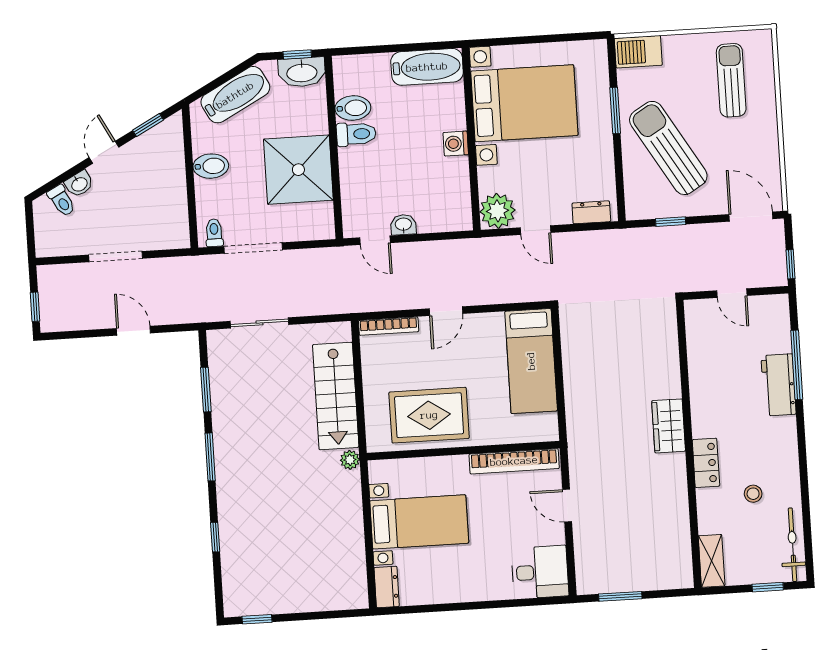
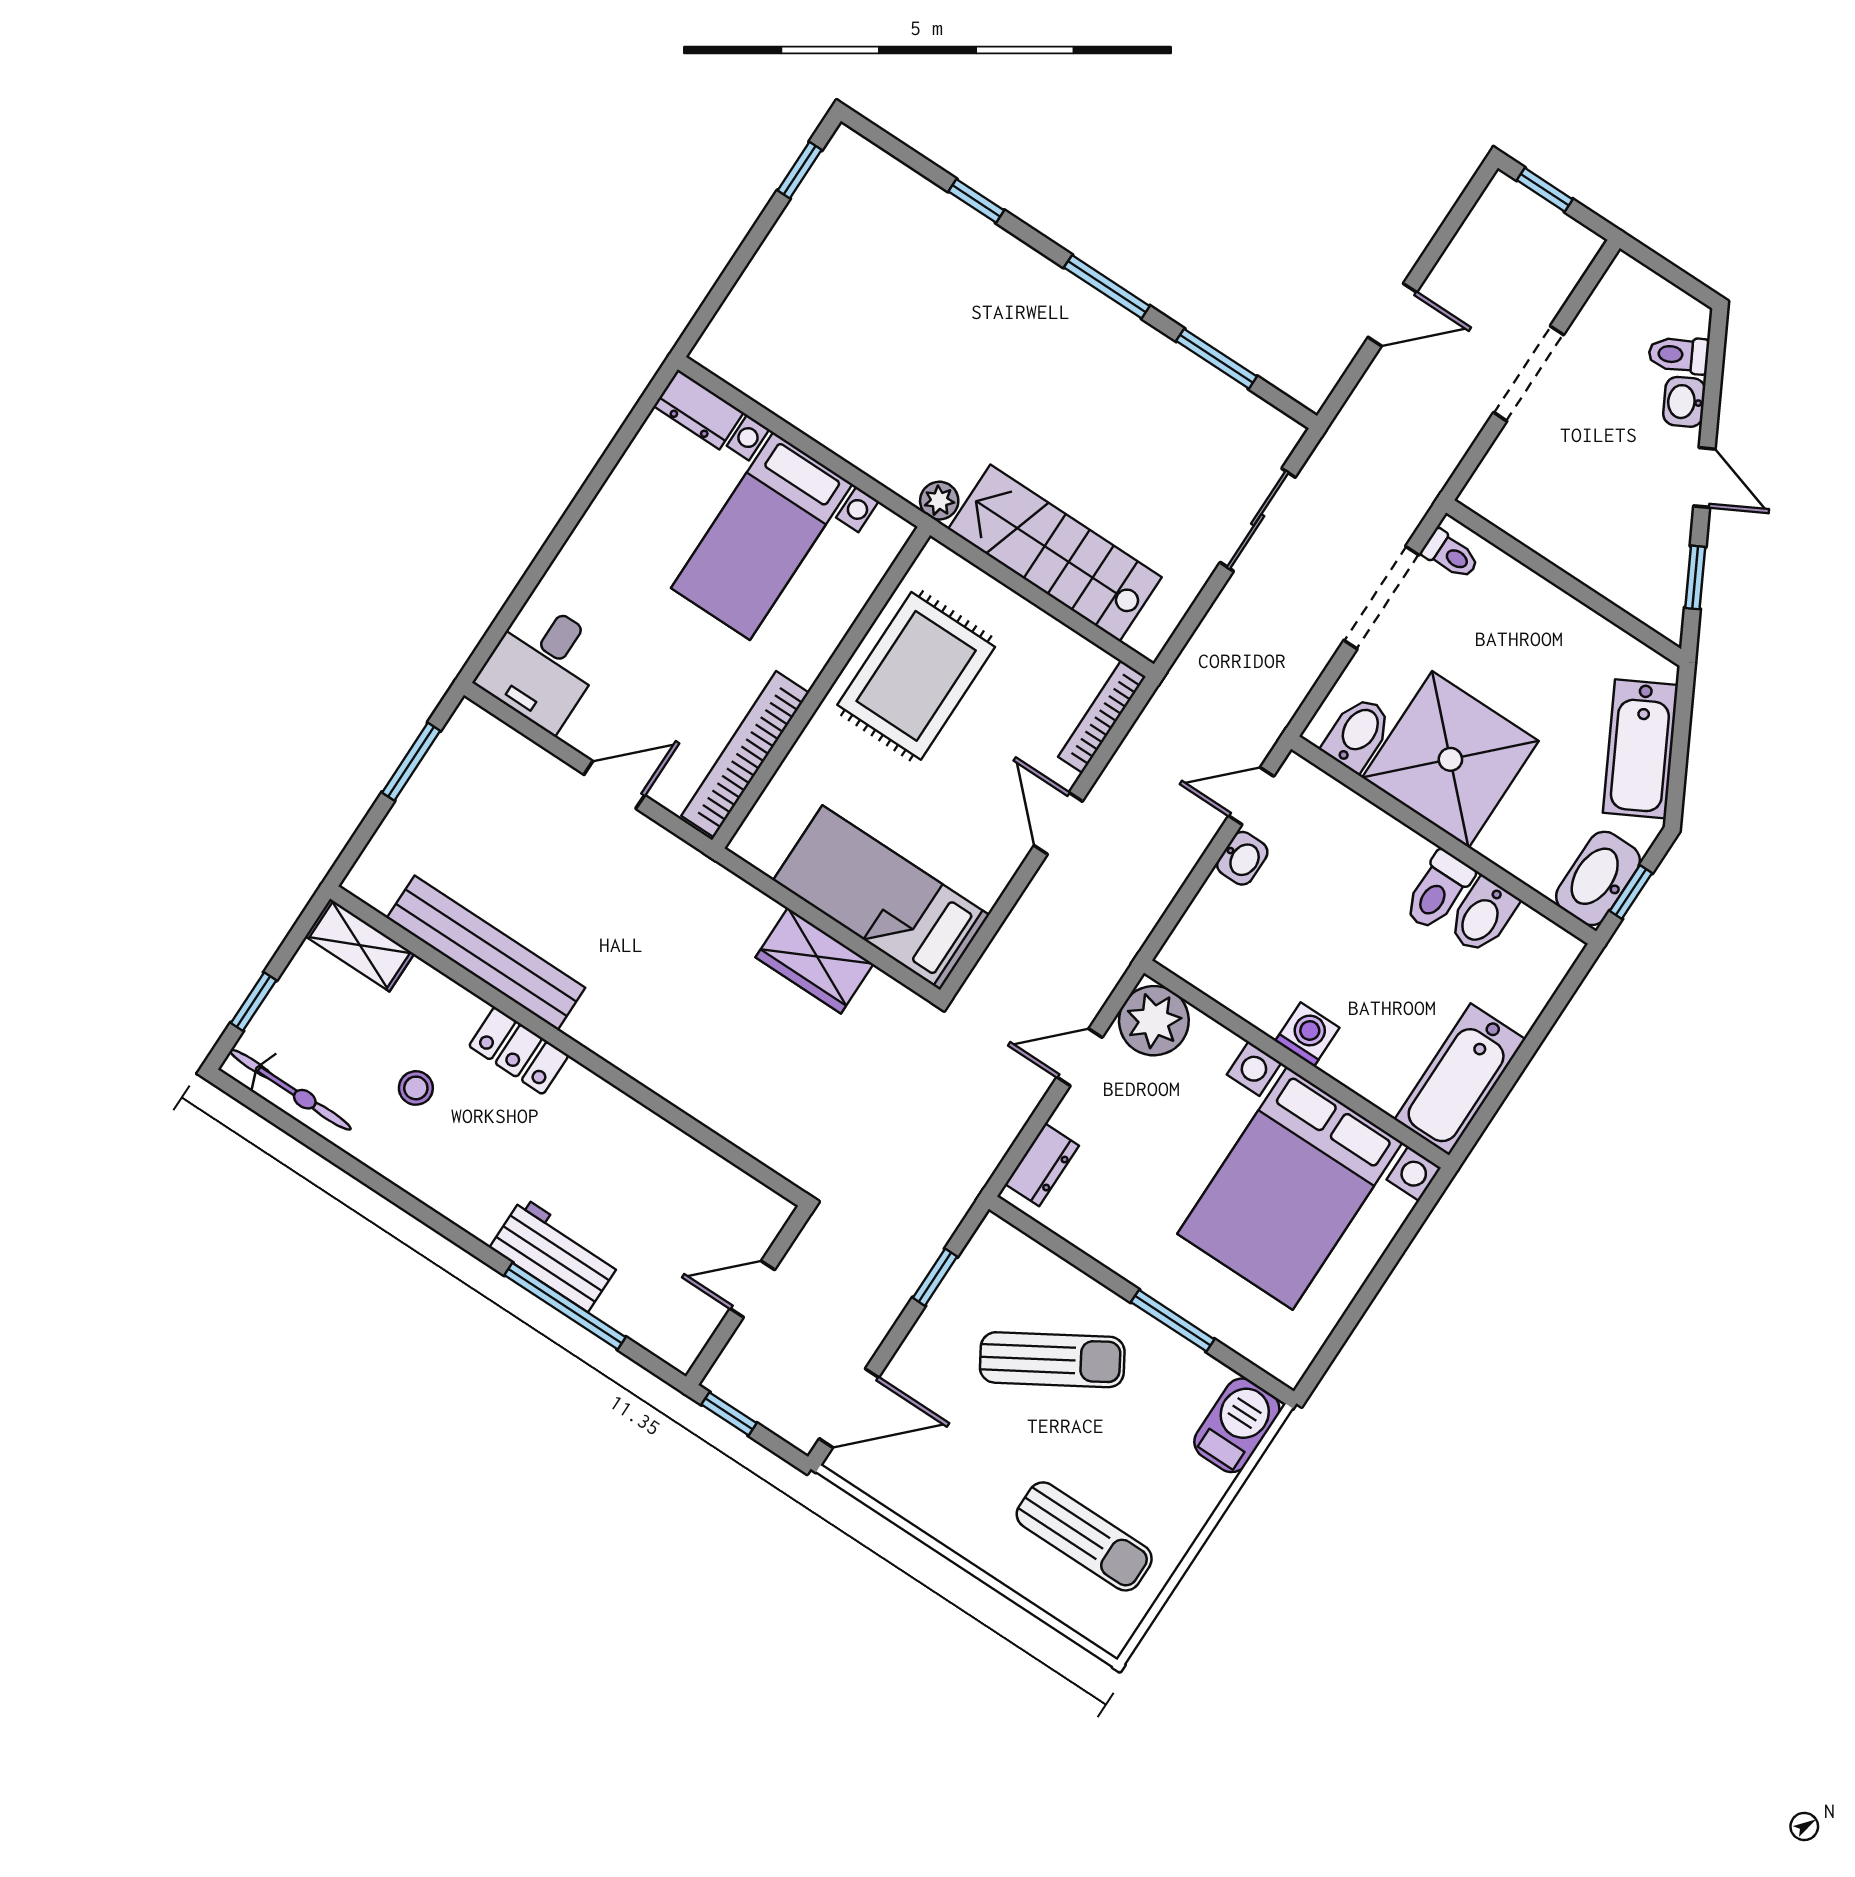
sun lounger: (668, 148) -> (1052, 1360), width x0.73, depth x0.75
bidet: (211, 166) -> (1358, 734), moved, turned 180
wardrobe: (669, 426) -> (814, 961), moved, turned 180
bench: (676, 507) -> (486, 953), added

